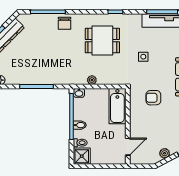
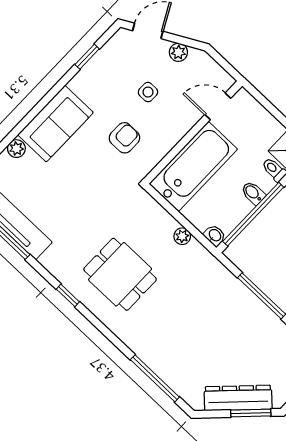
chair: (65, 23) -> (148, 343), removed
side table: (143, 57) -> (148, 92), moved
armchair: (153, 98) -> (124, 138), turned -89
bathtub: (117, 106) -> (193, 166), width x1.36, depth x1.36

